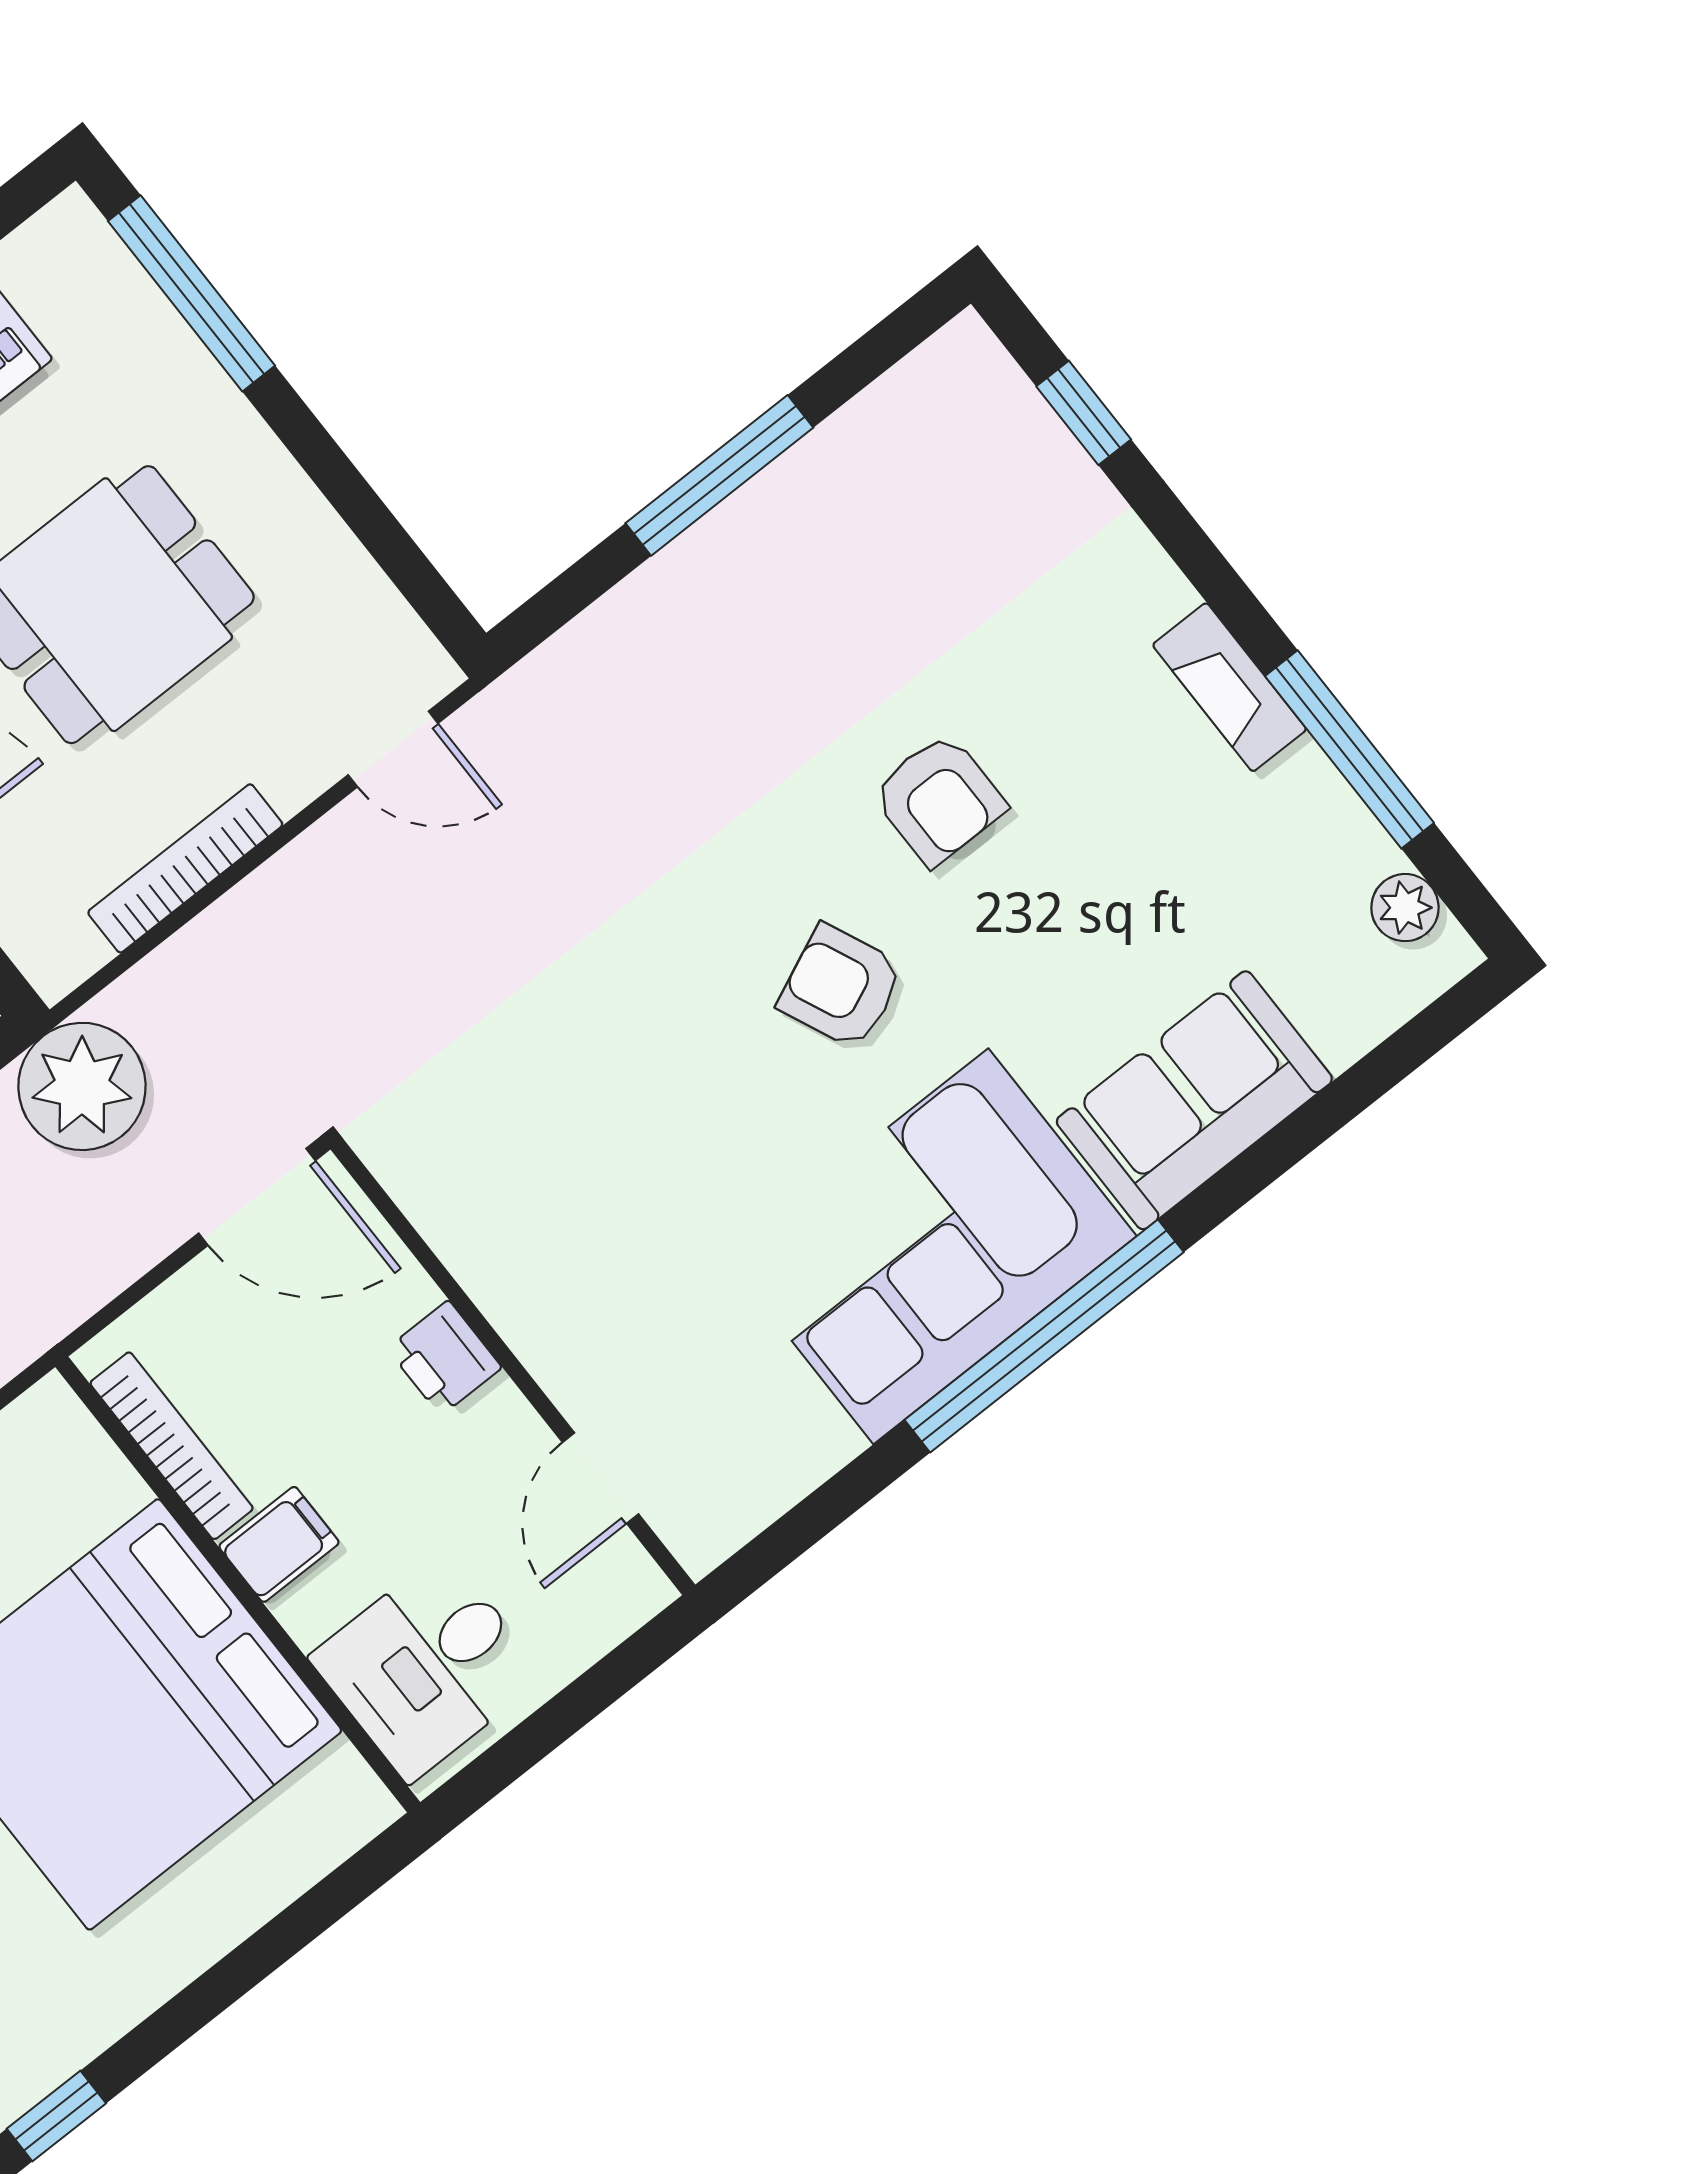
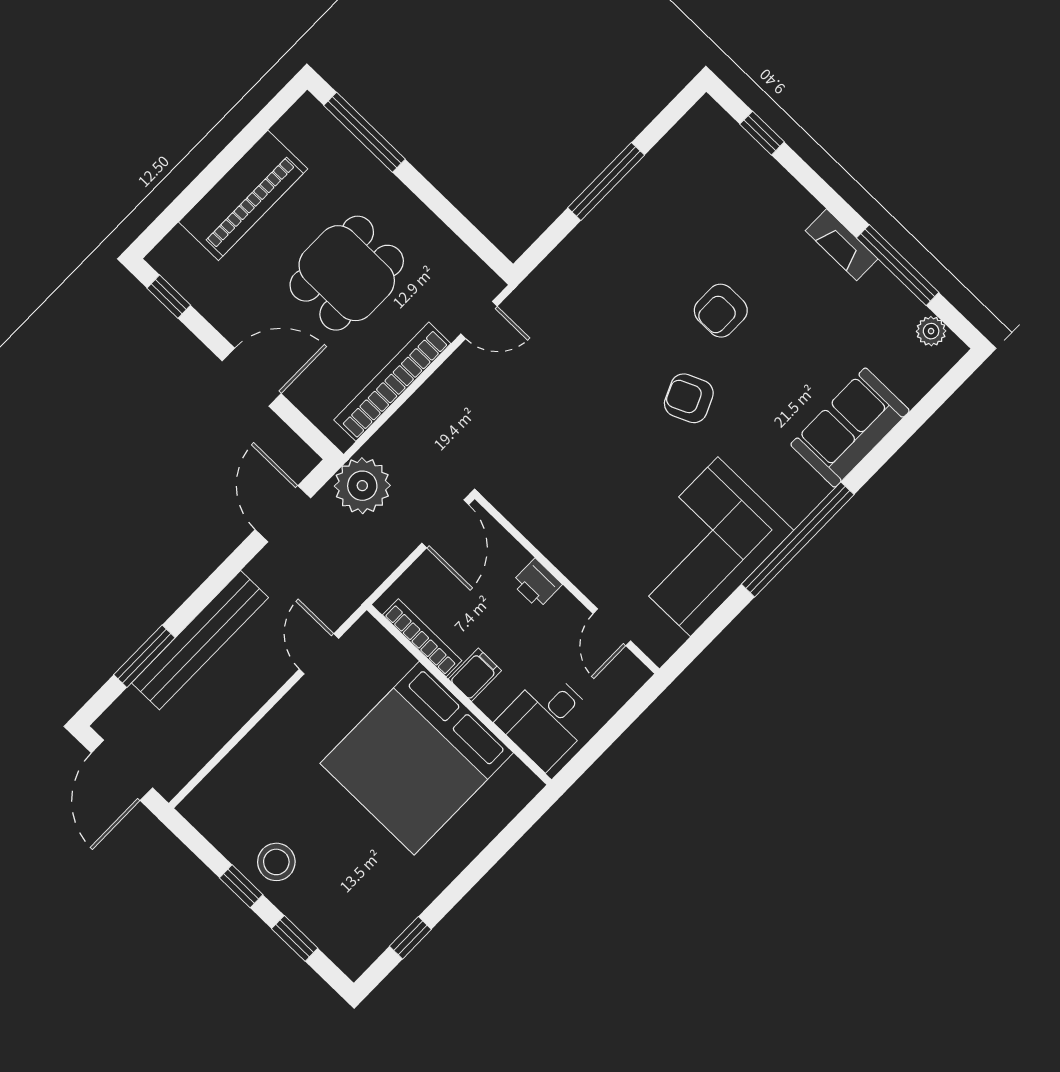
armchair: (939, 799) -> (721, 311), turned 90
bookcase: (185, 868) -> (392, 382), width x1.48, depth x1.31
door: (257, 1197) -> (445, 524), hinge flipped
corner sofa: (931, 1246) -> (704, 547), moved

